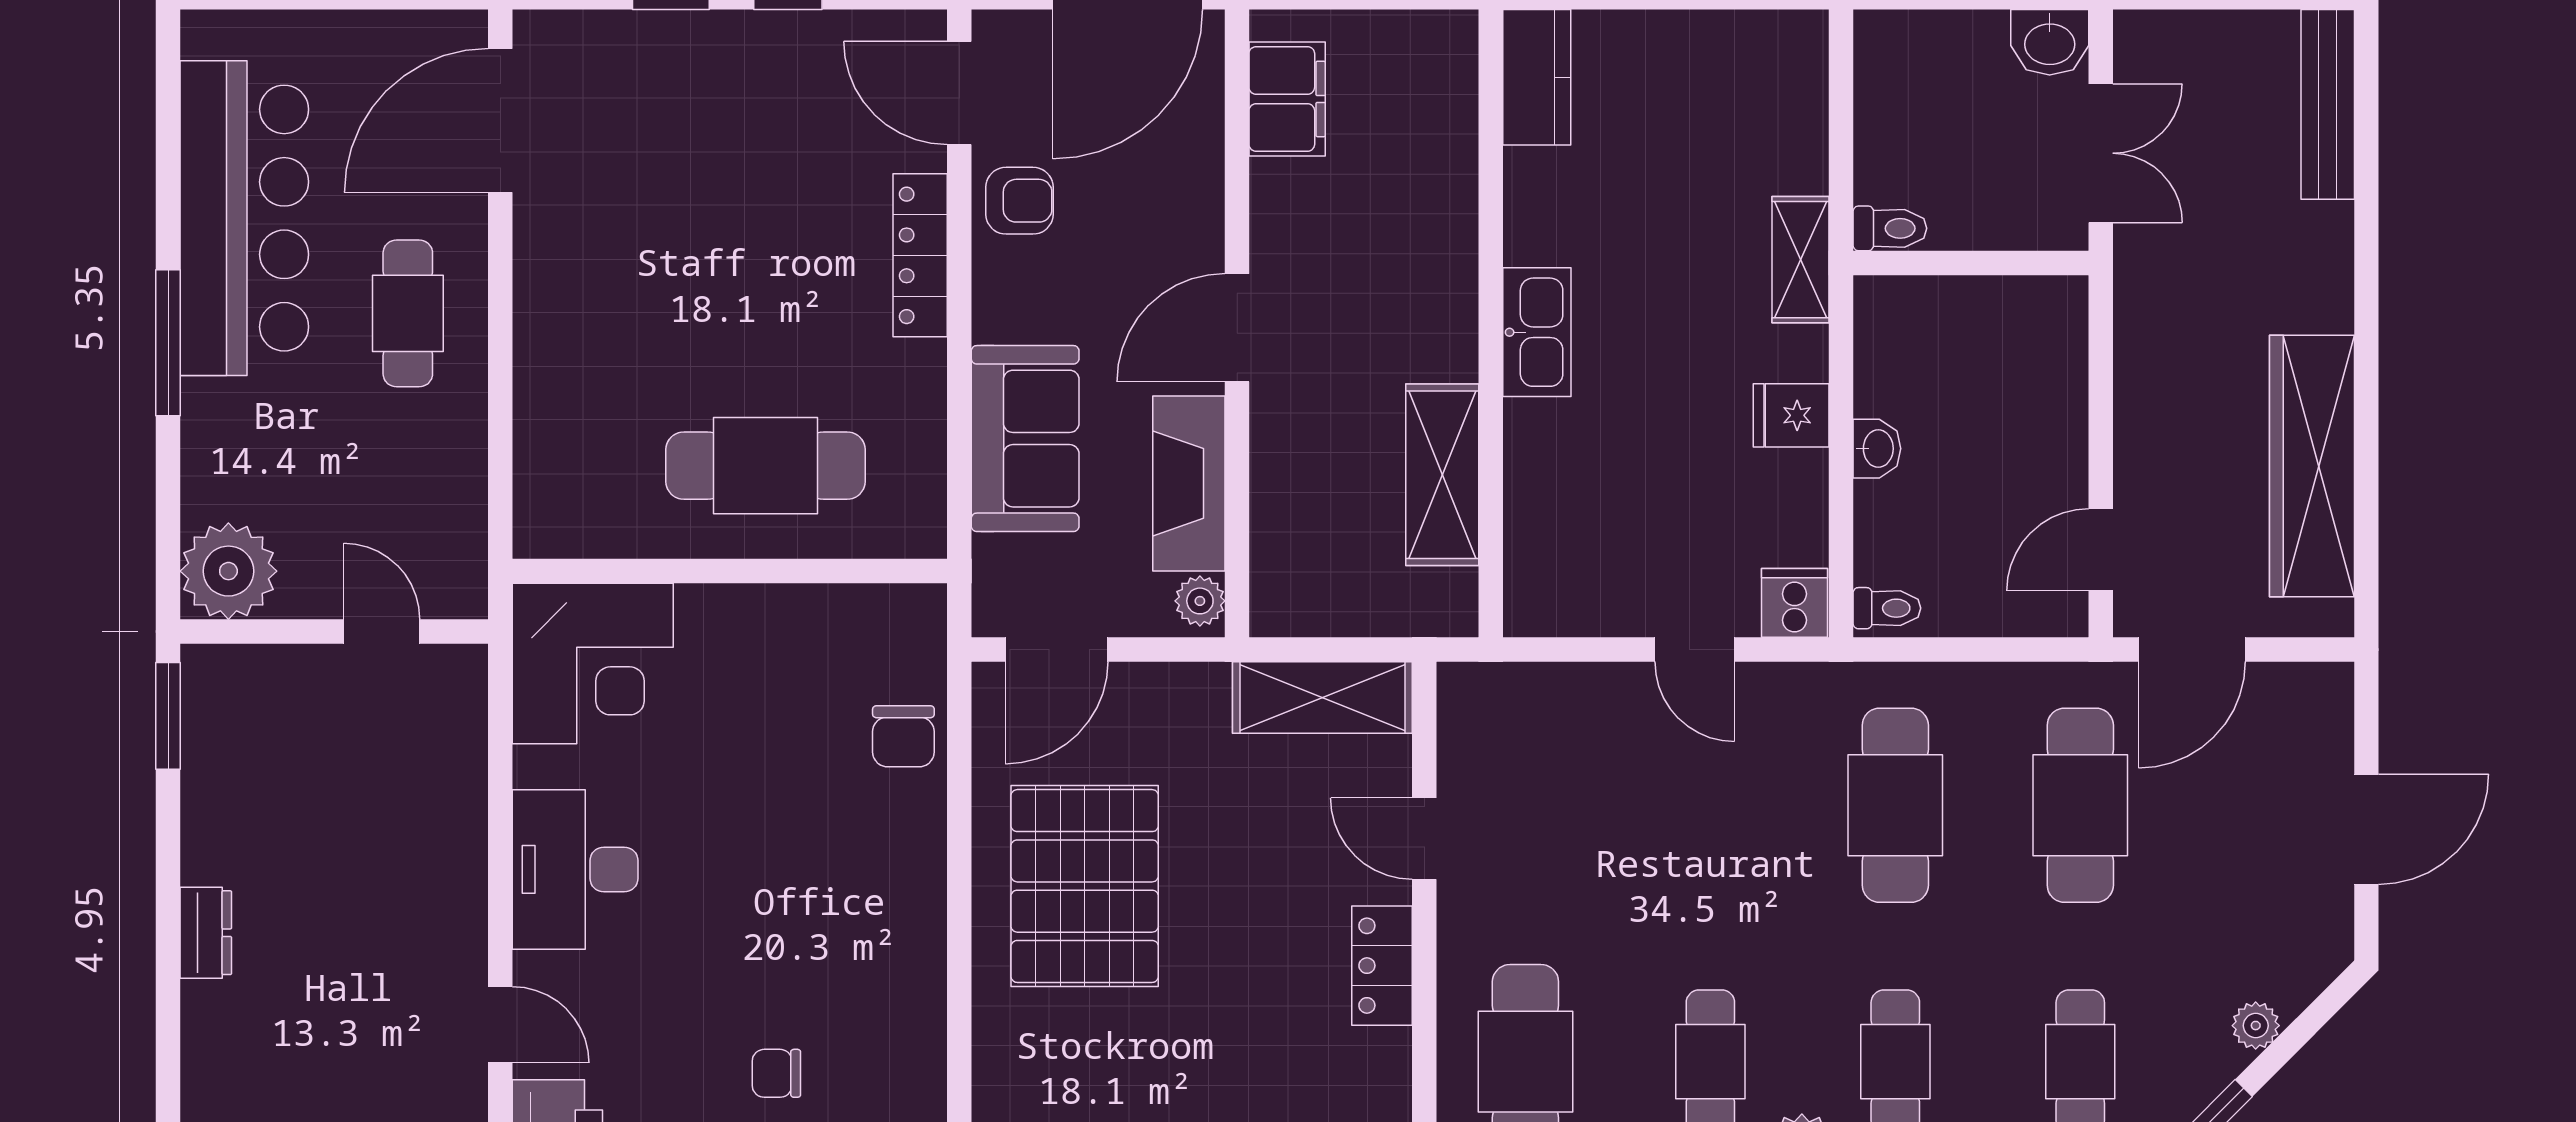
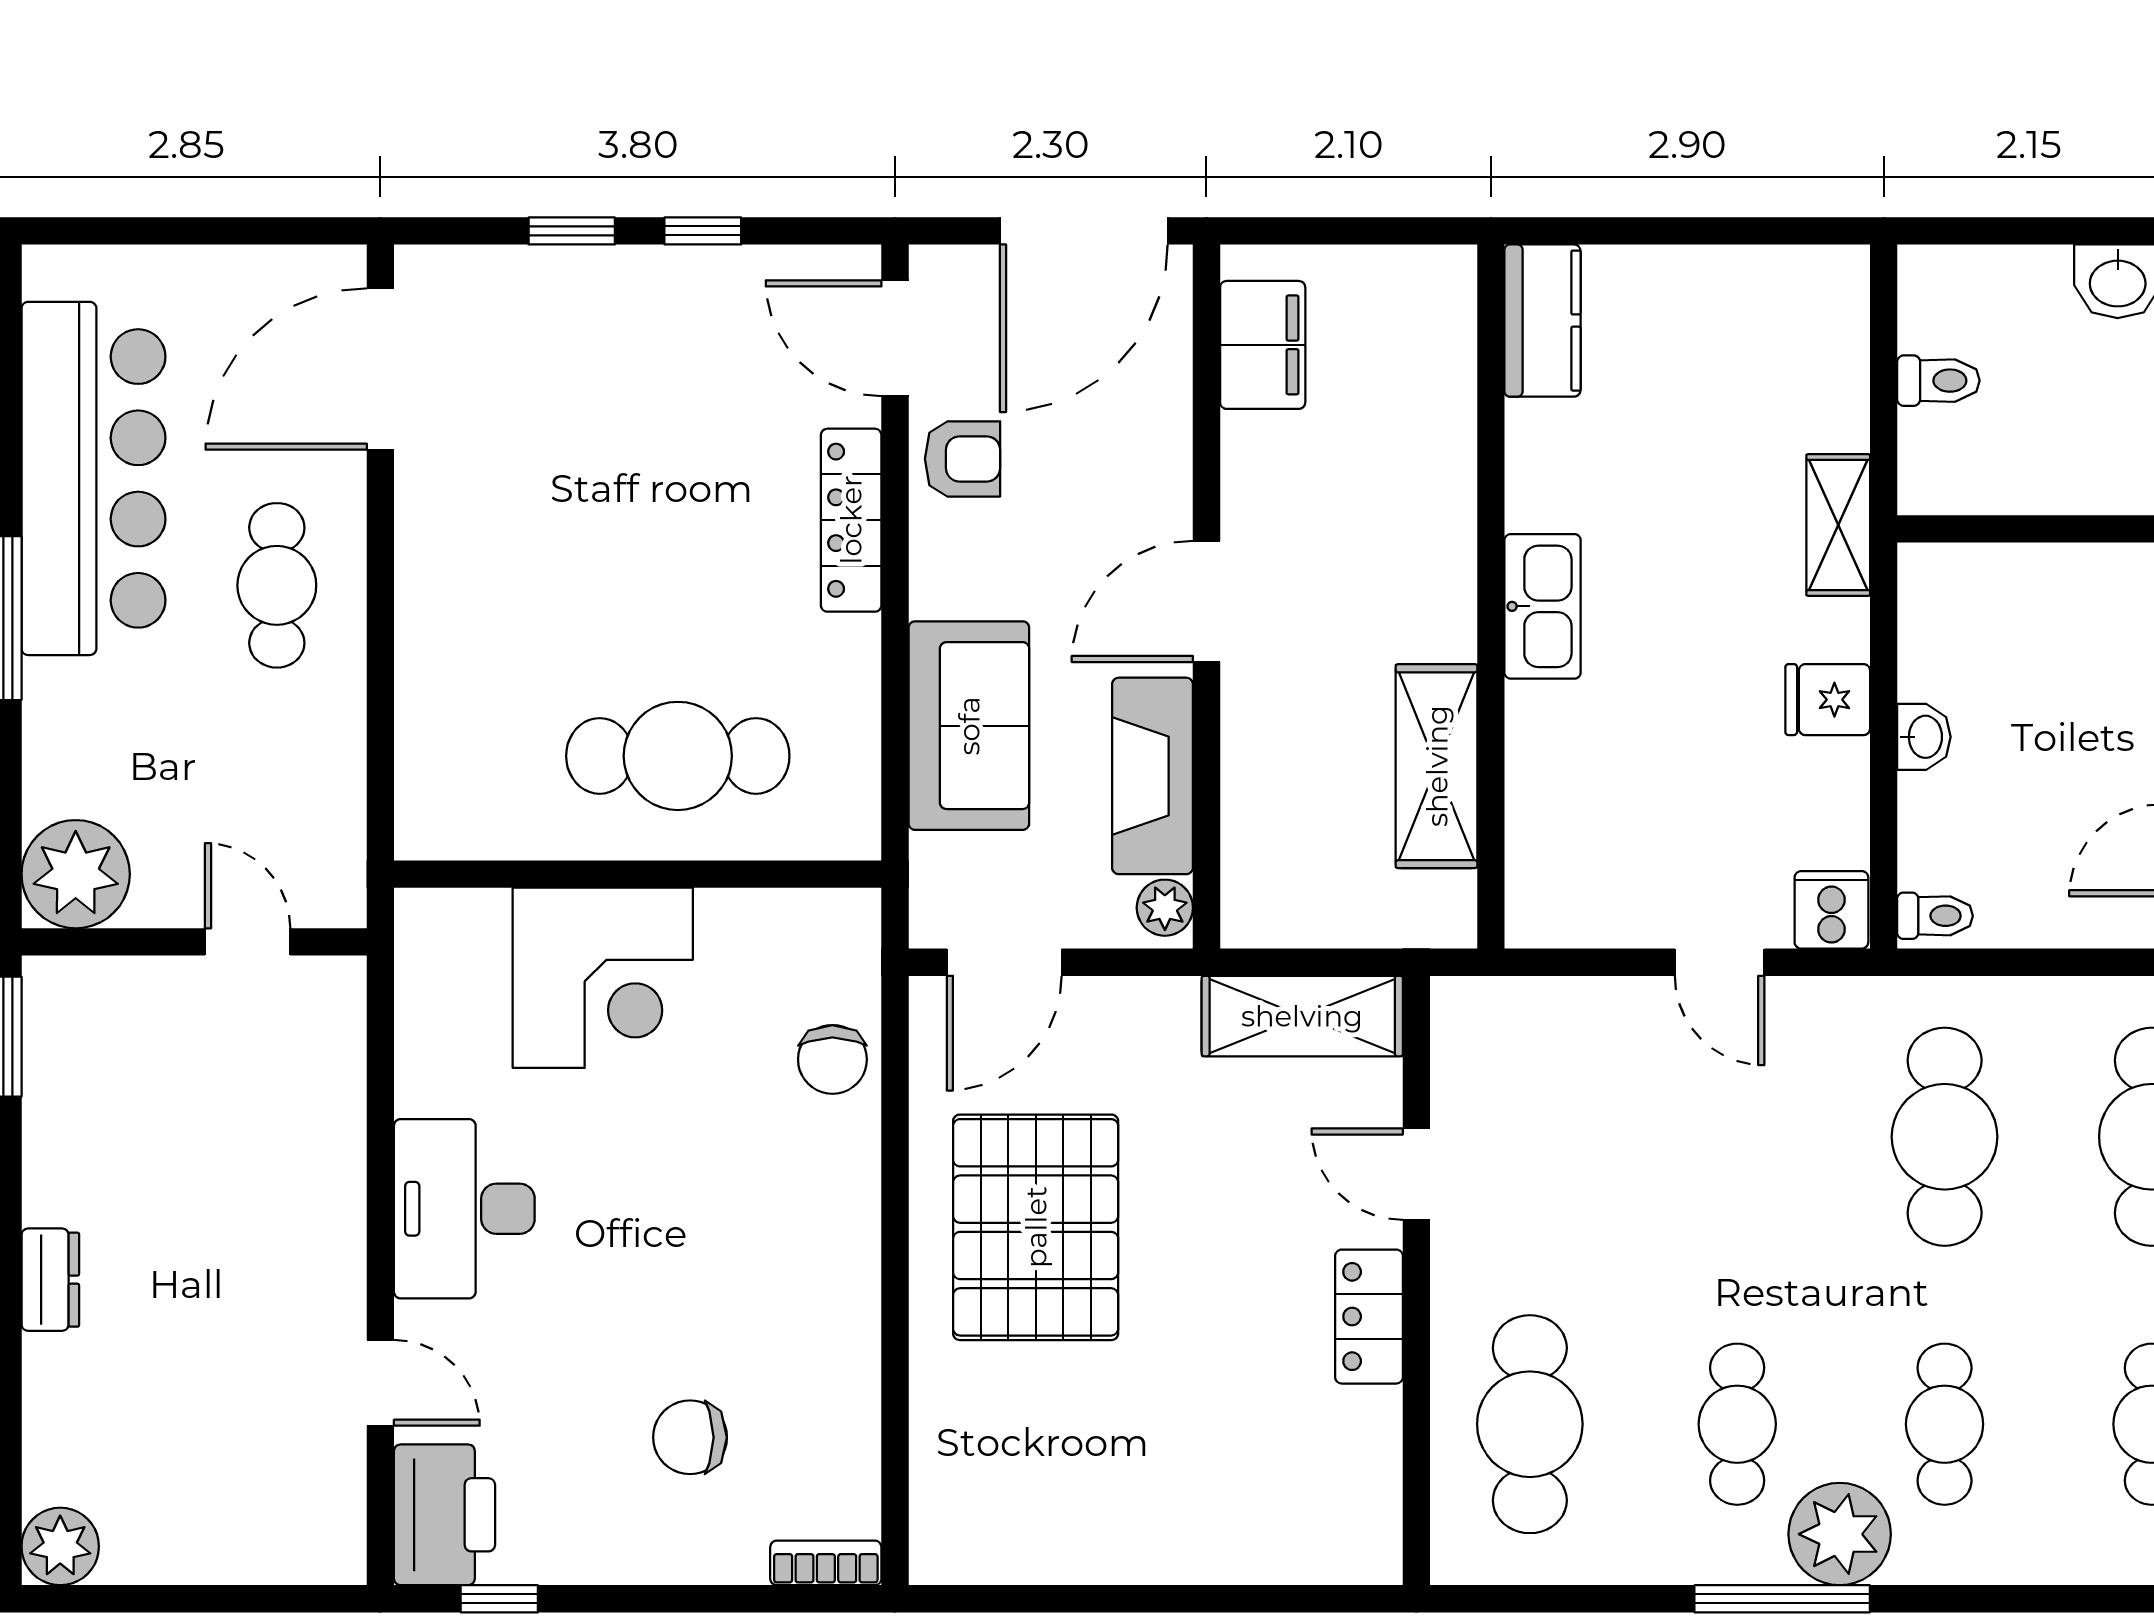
toilet: (1890, 228) -> (1938, 381), moved
corner desk: (593, 664) -> (603, 978), moved
chair: (776, 1073) -> (690, 1437), width x1.37, depth x1.37

